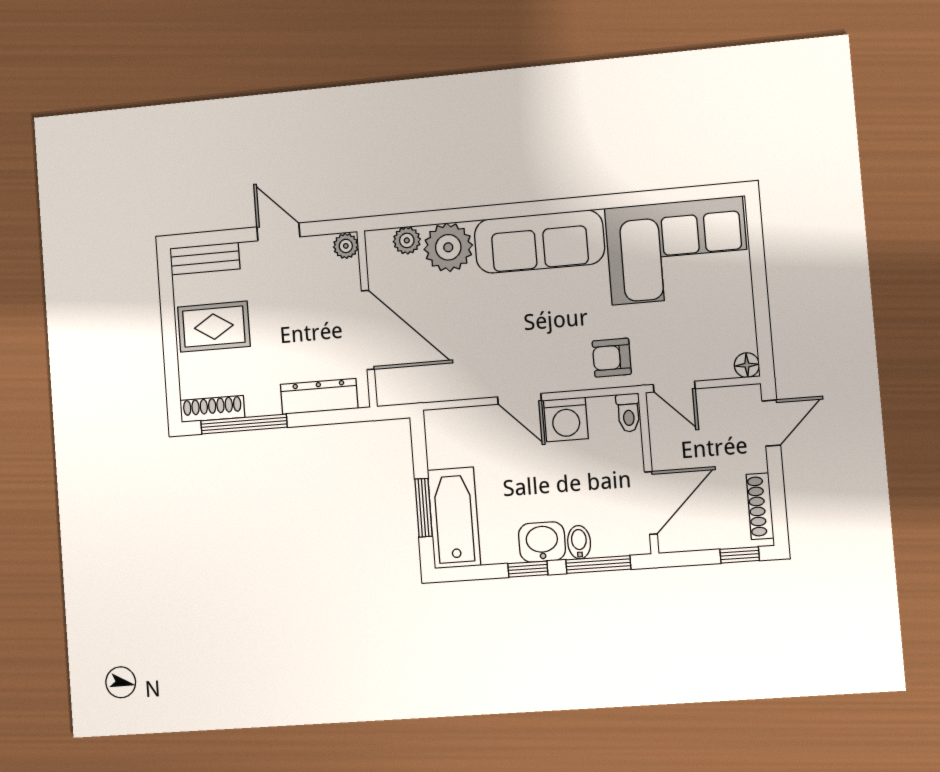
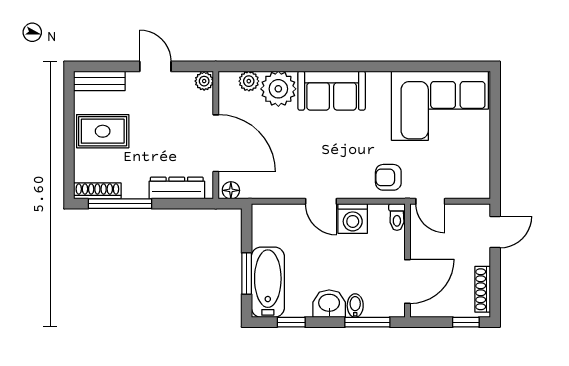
sofa: (539, 242) -> (332, 91), width x0.73
floor lamp: (747, 365) -> (231, 190), moved
window: (528, 569) -> (291, 322), moved

